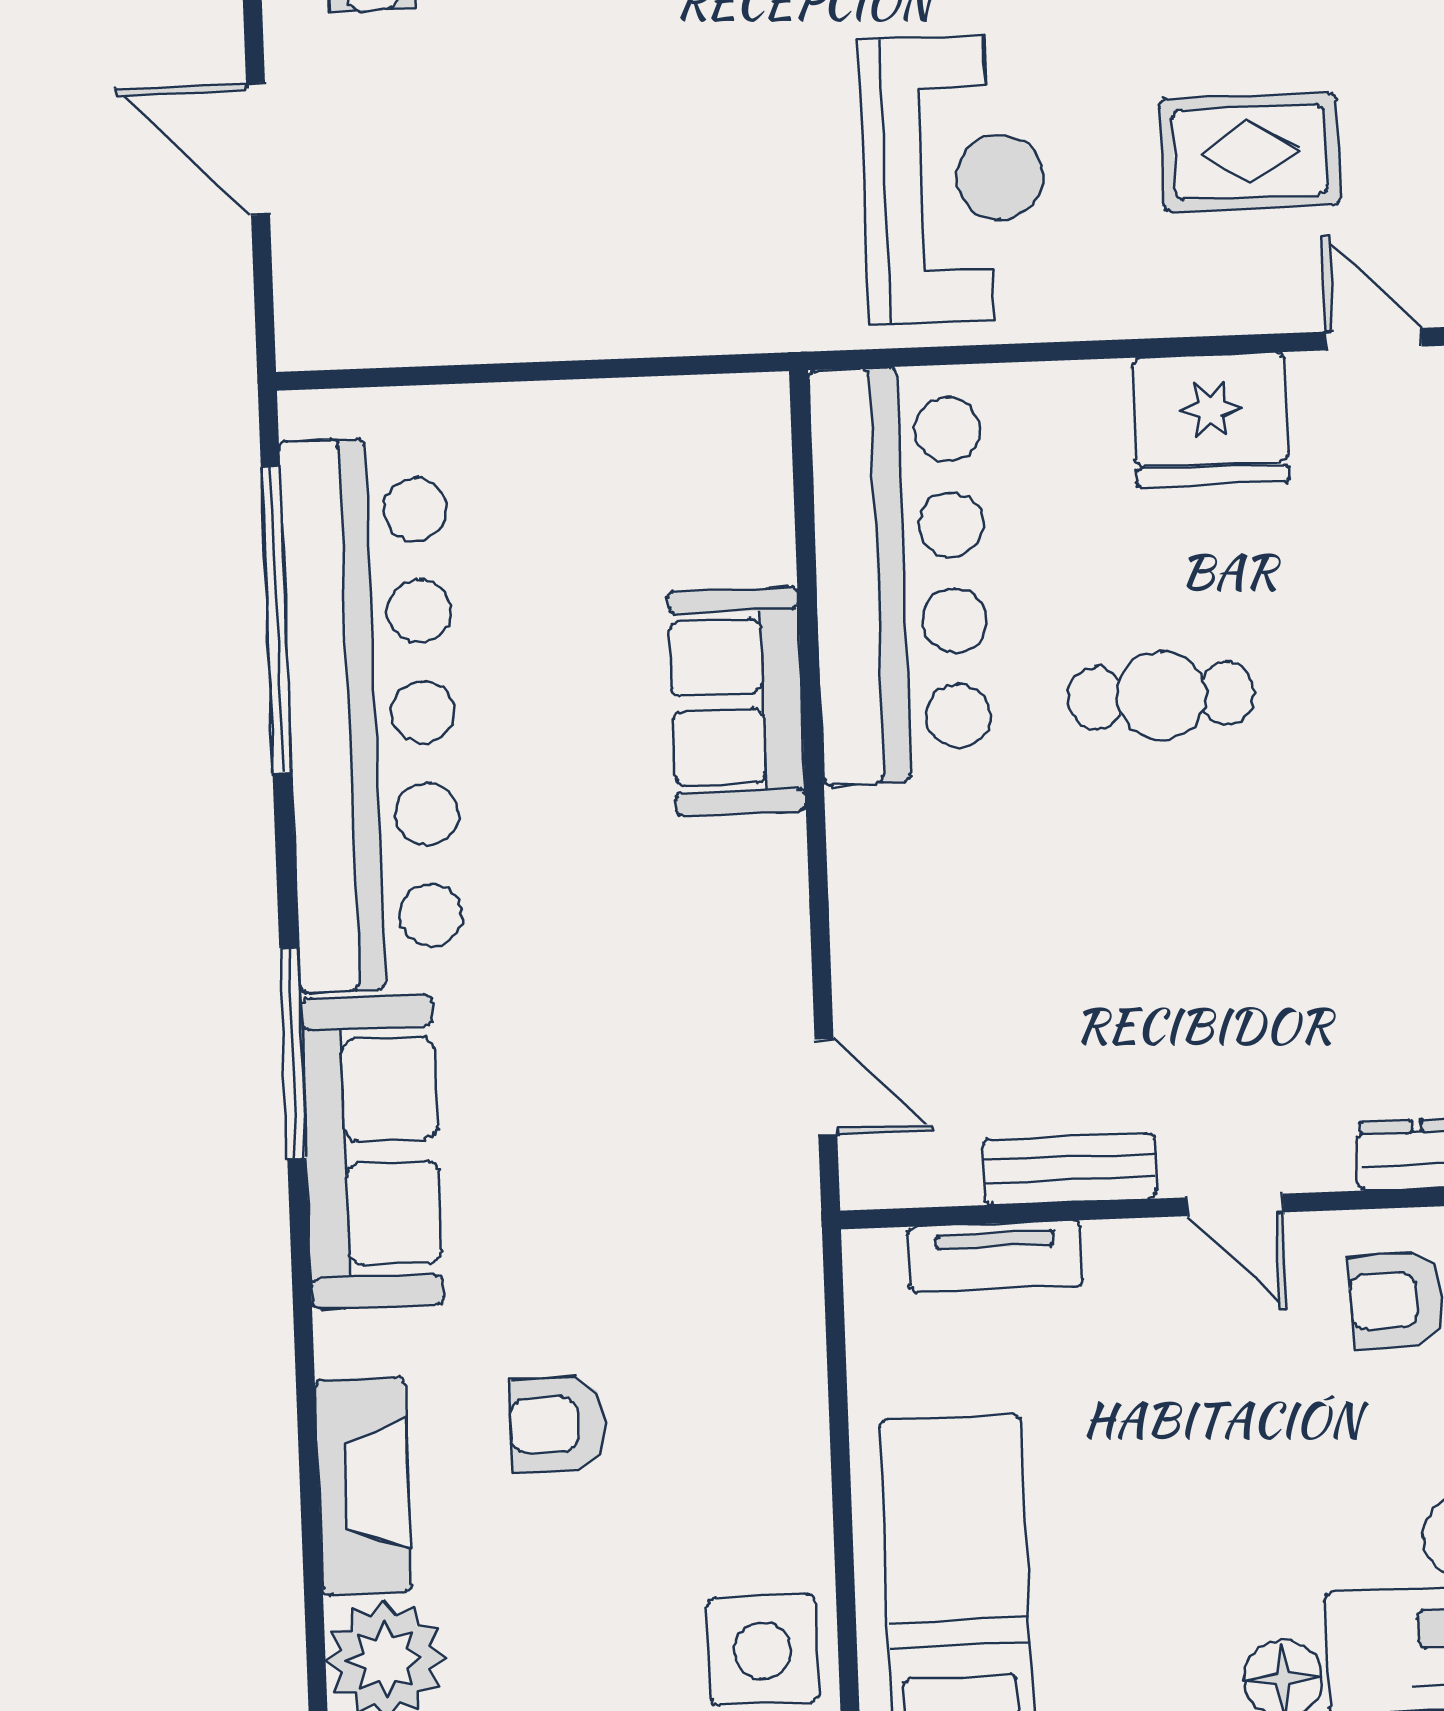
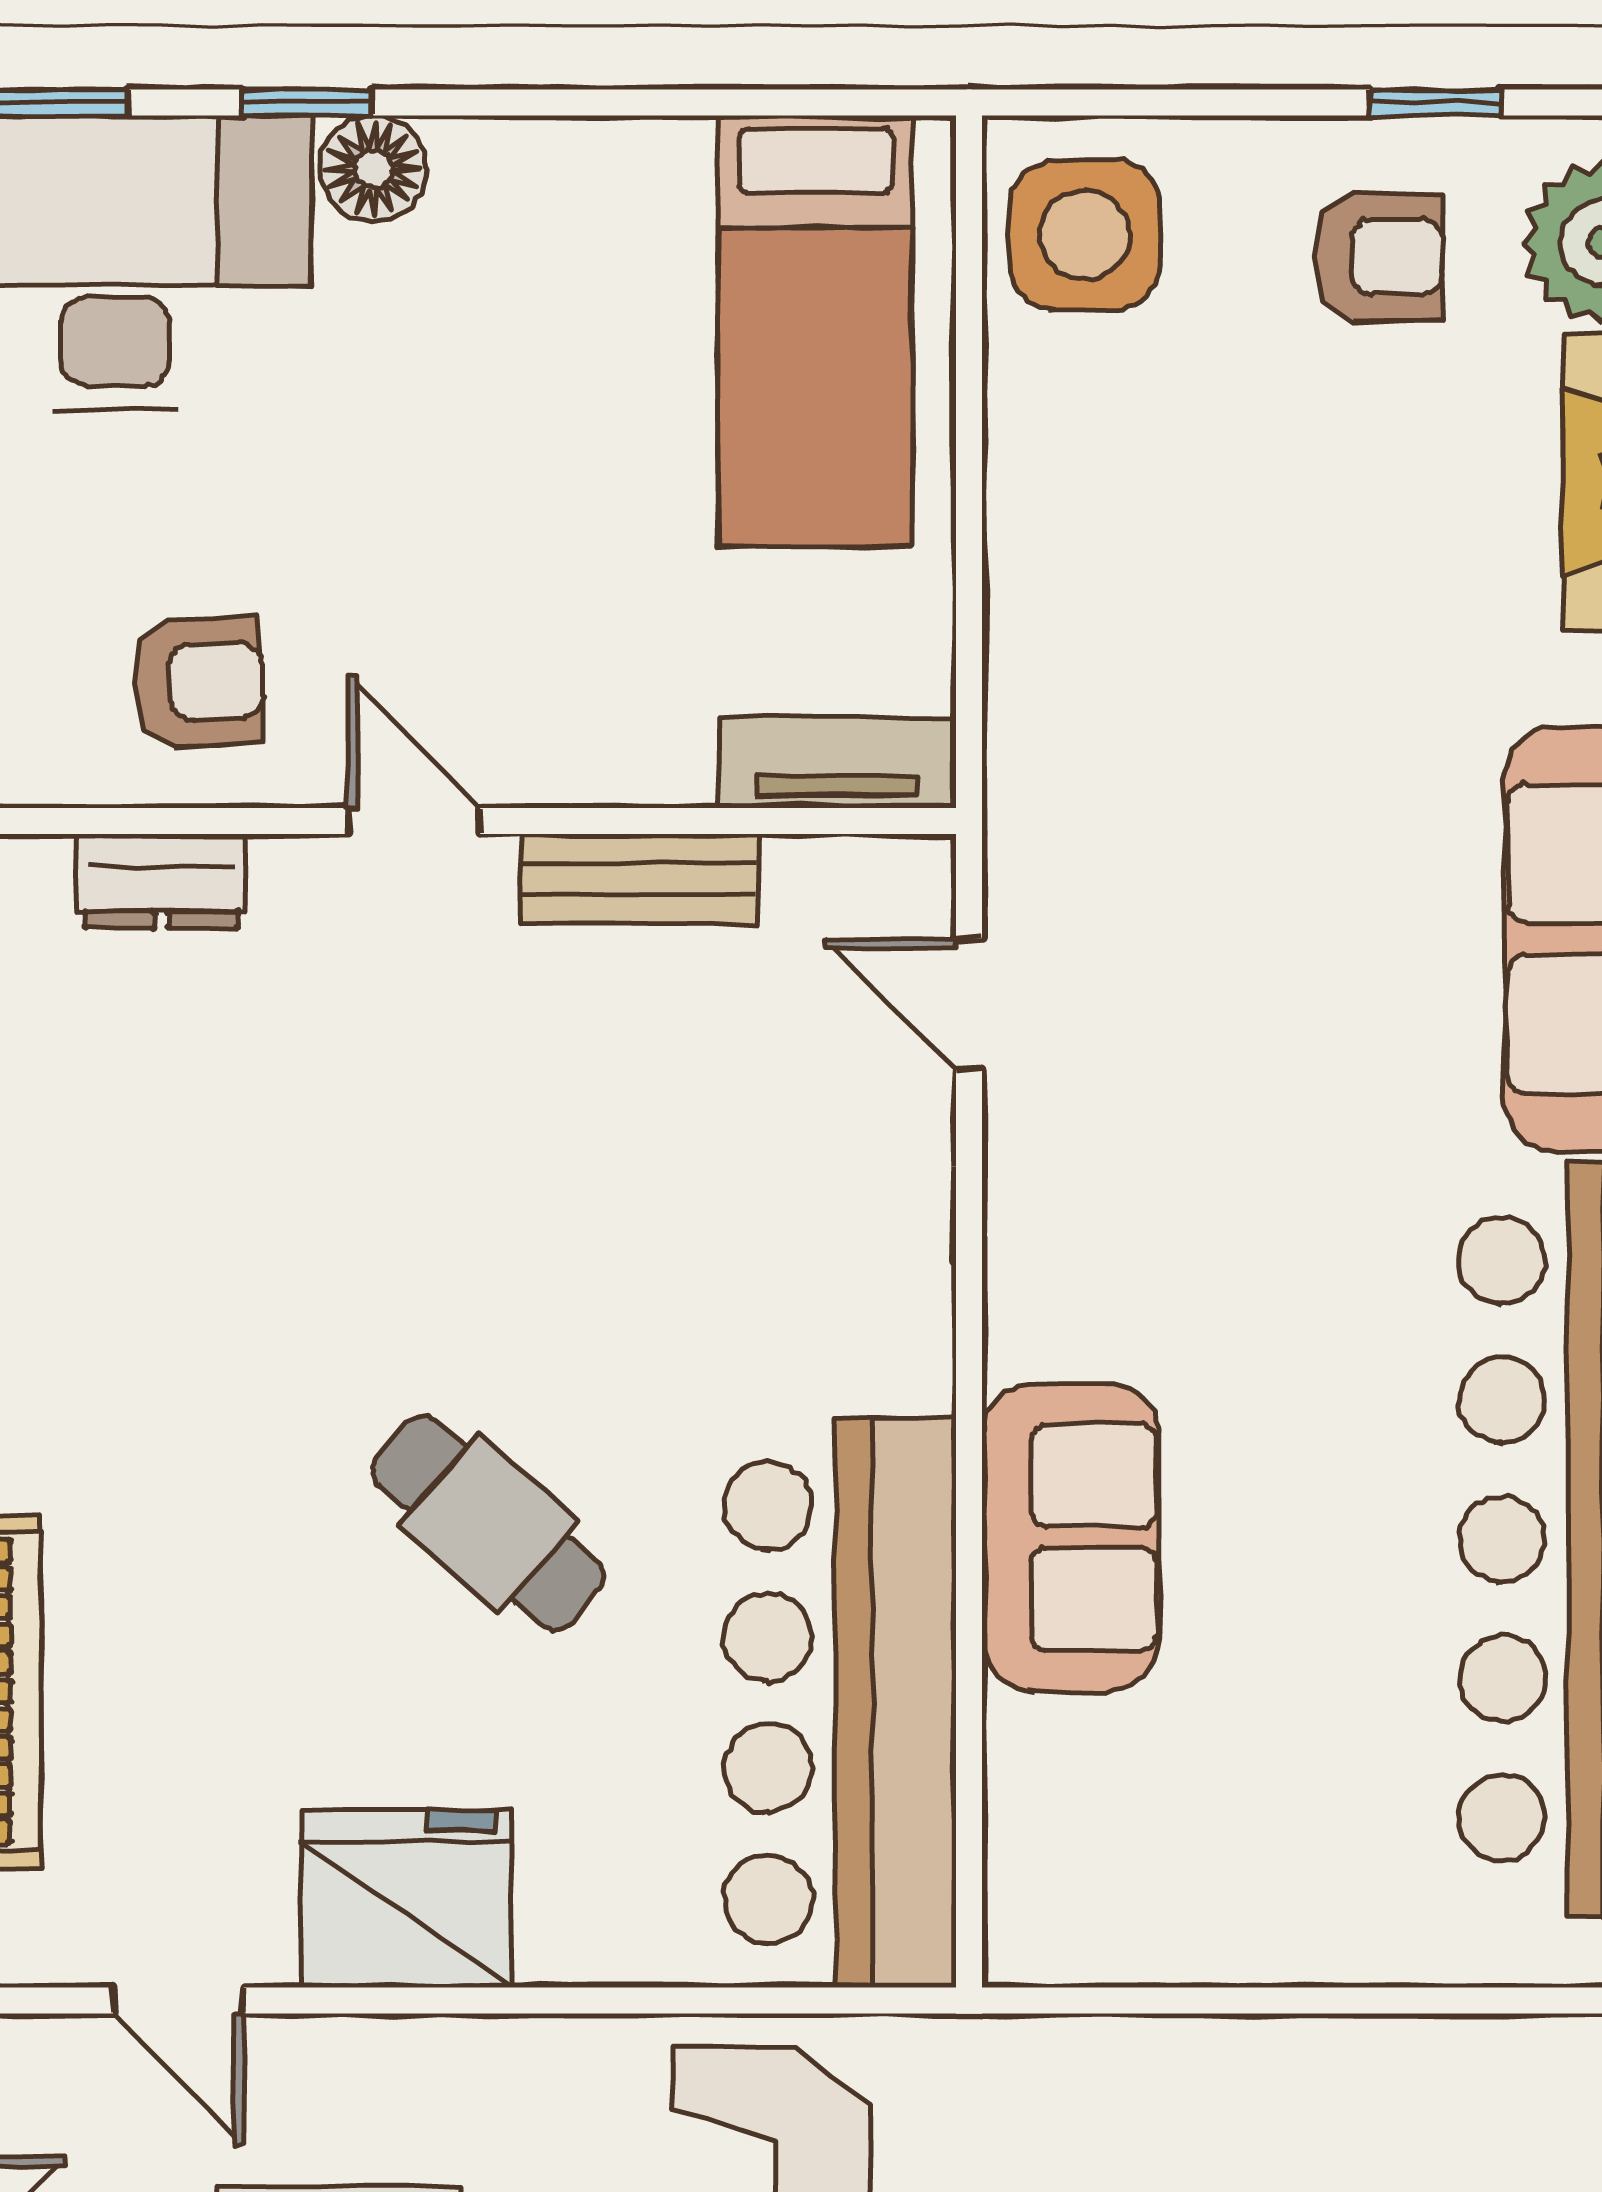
cafe table: (1161, 696) -> (488, 1523), turned 41
tv unit: (995, 1257) -> (837, 763), moved
armchair: (558, 1425) -> (1379, 256), moved

